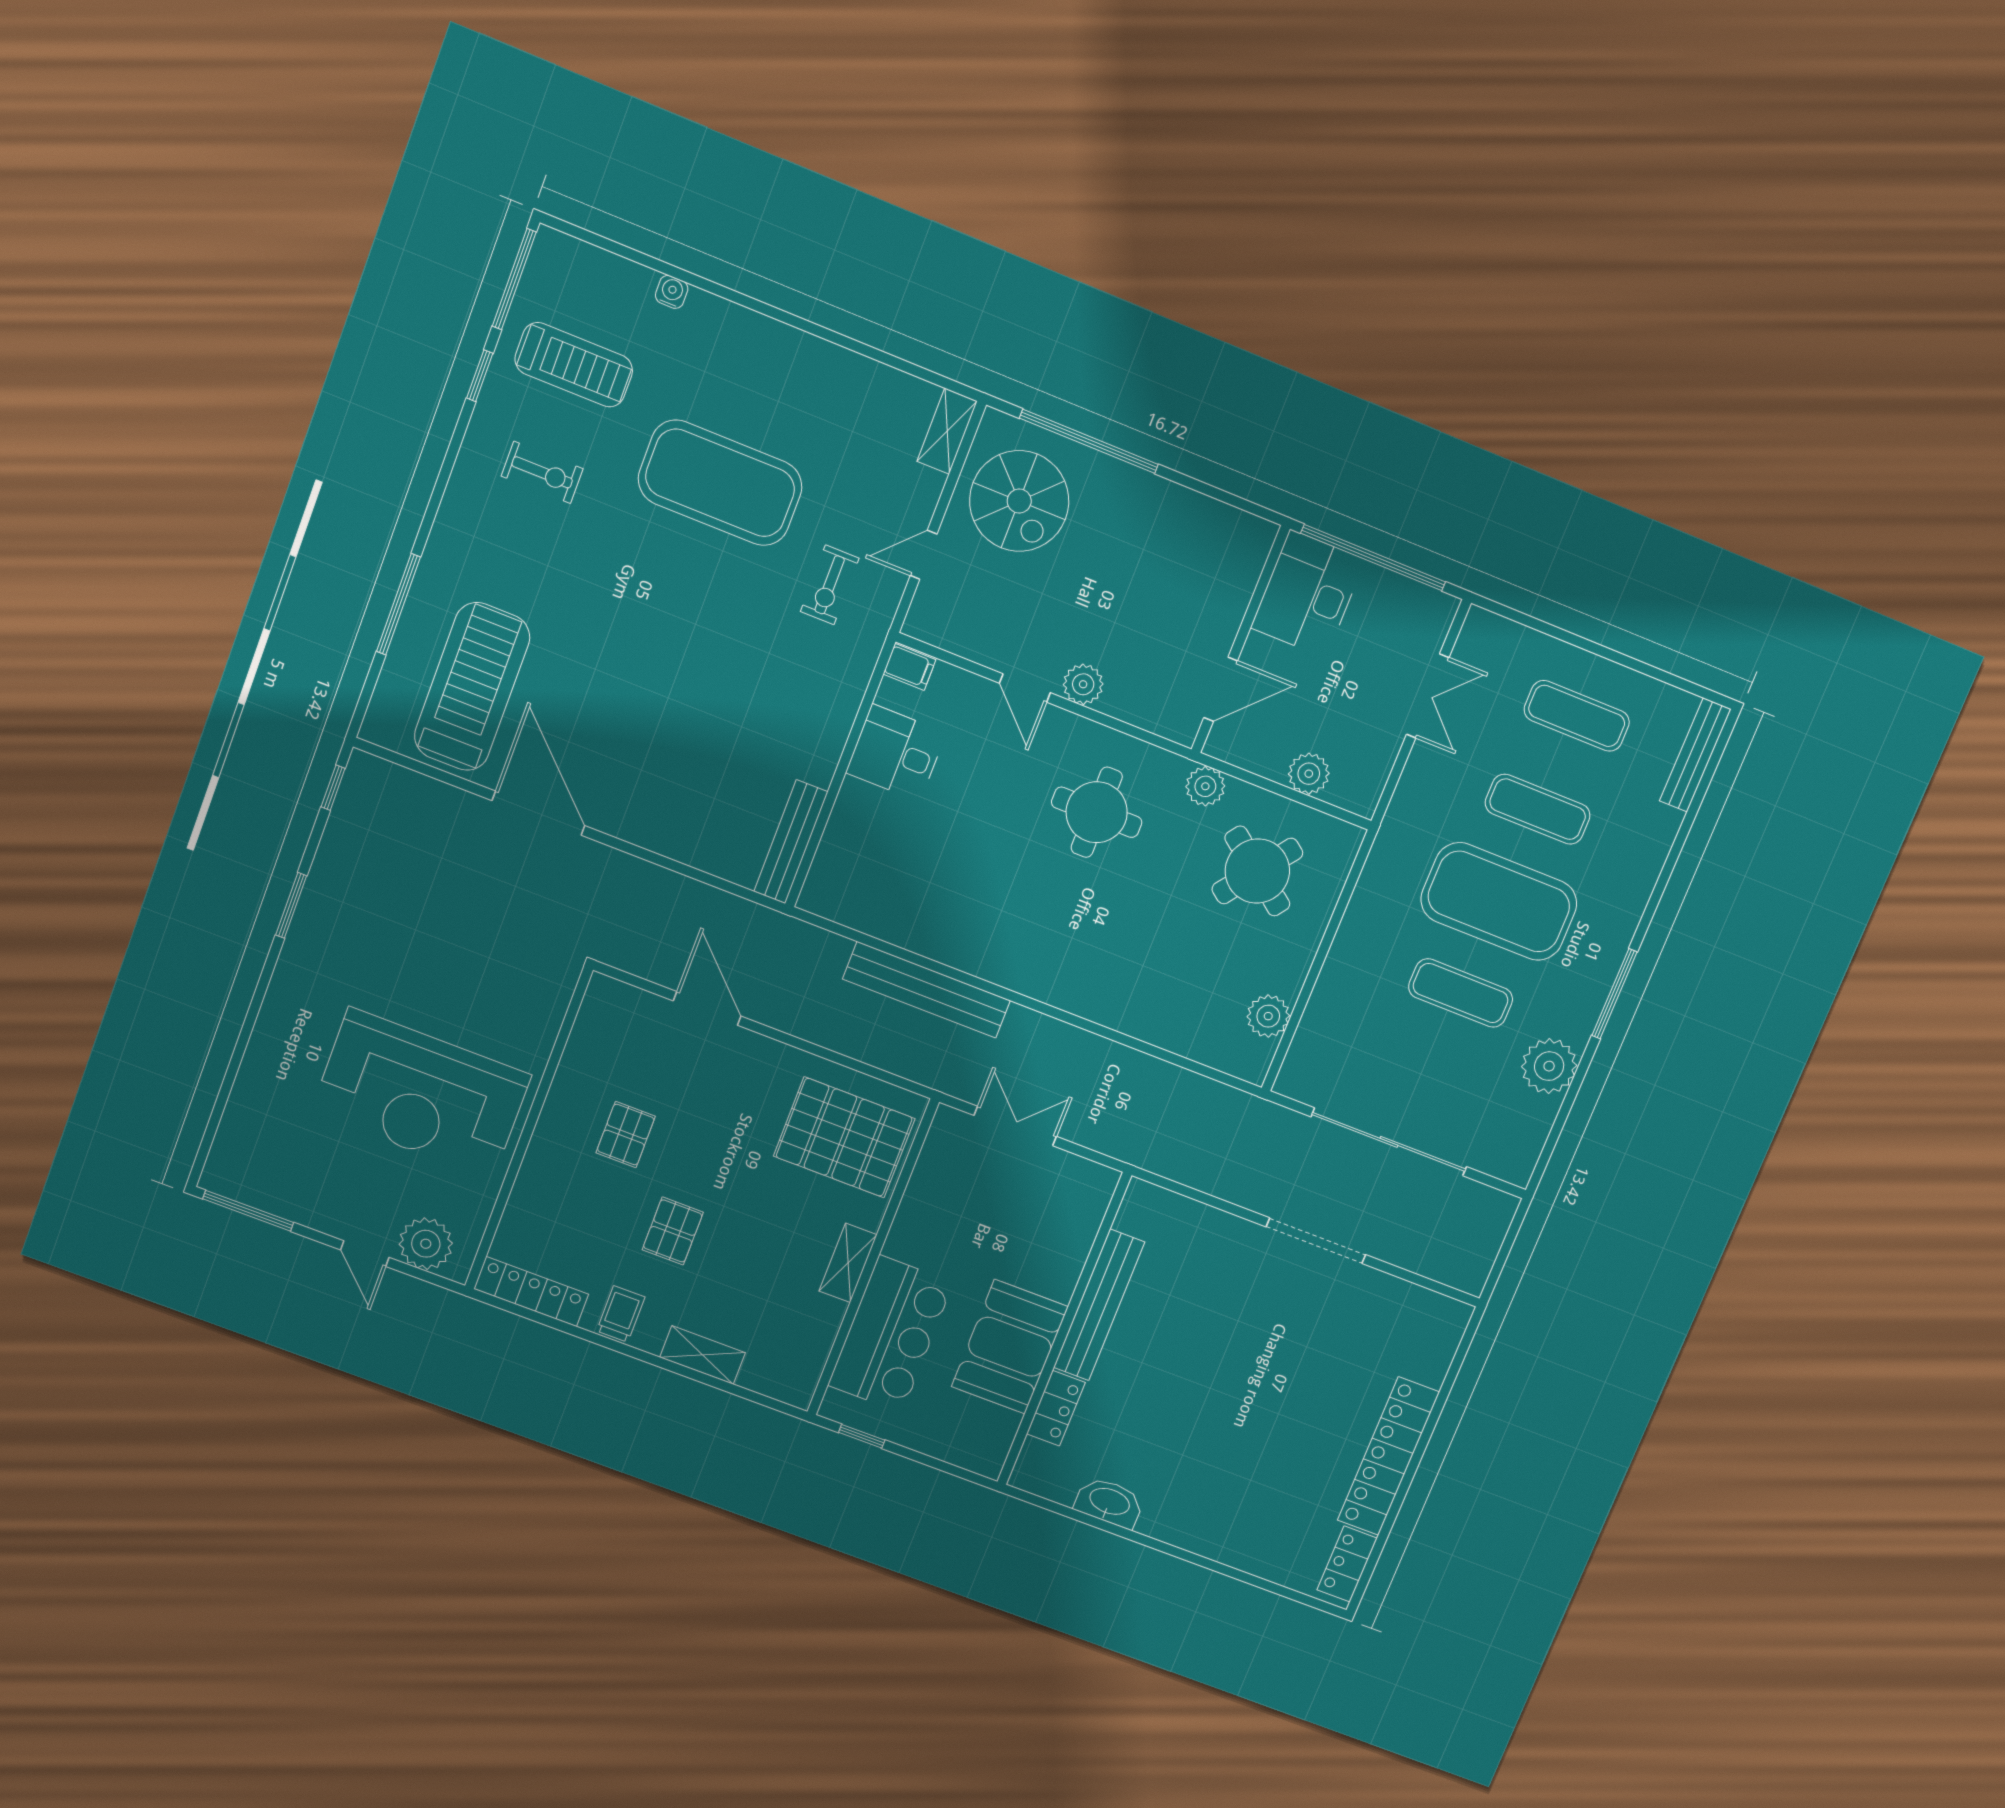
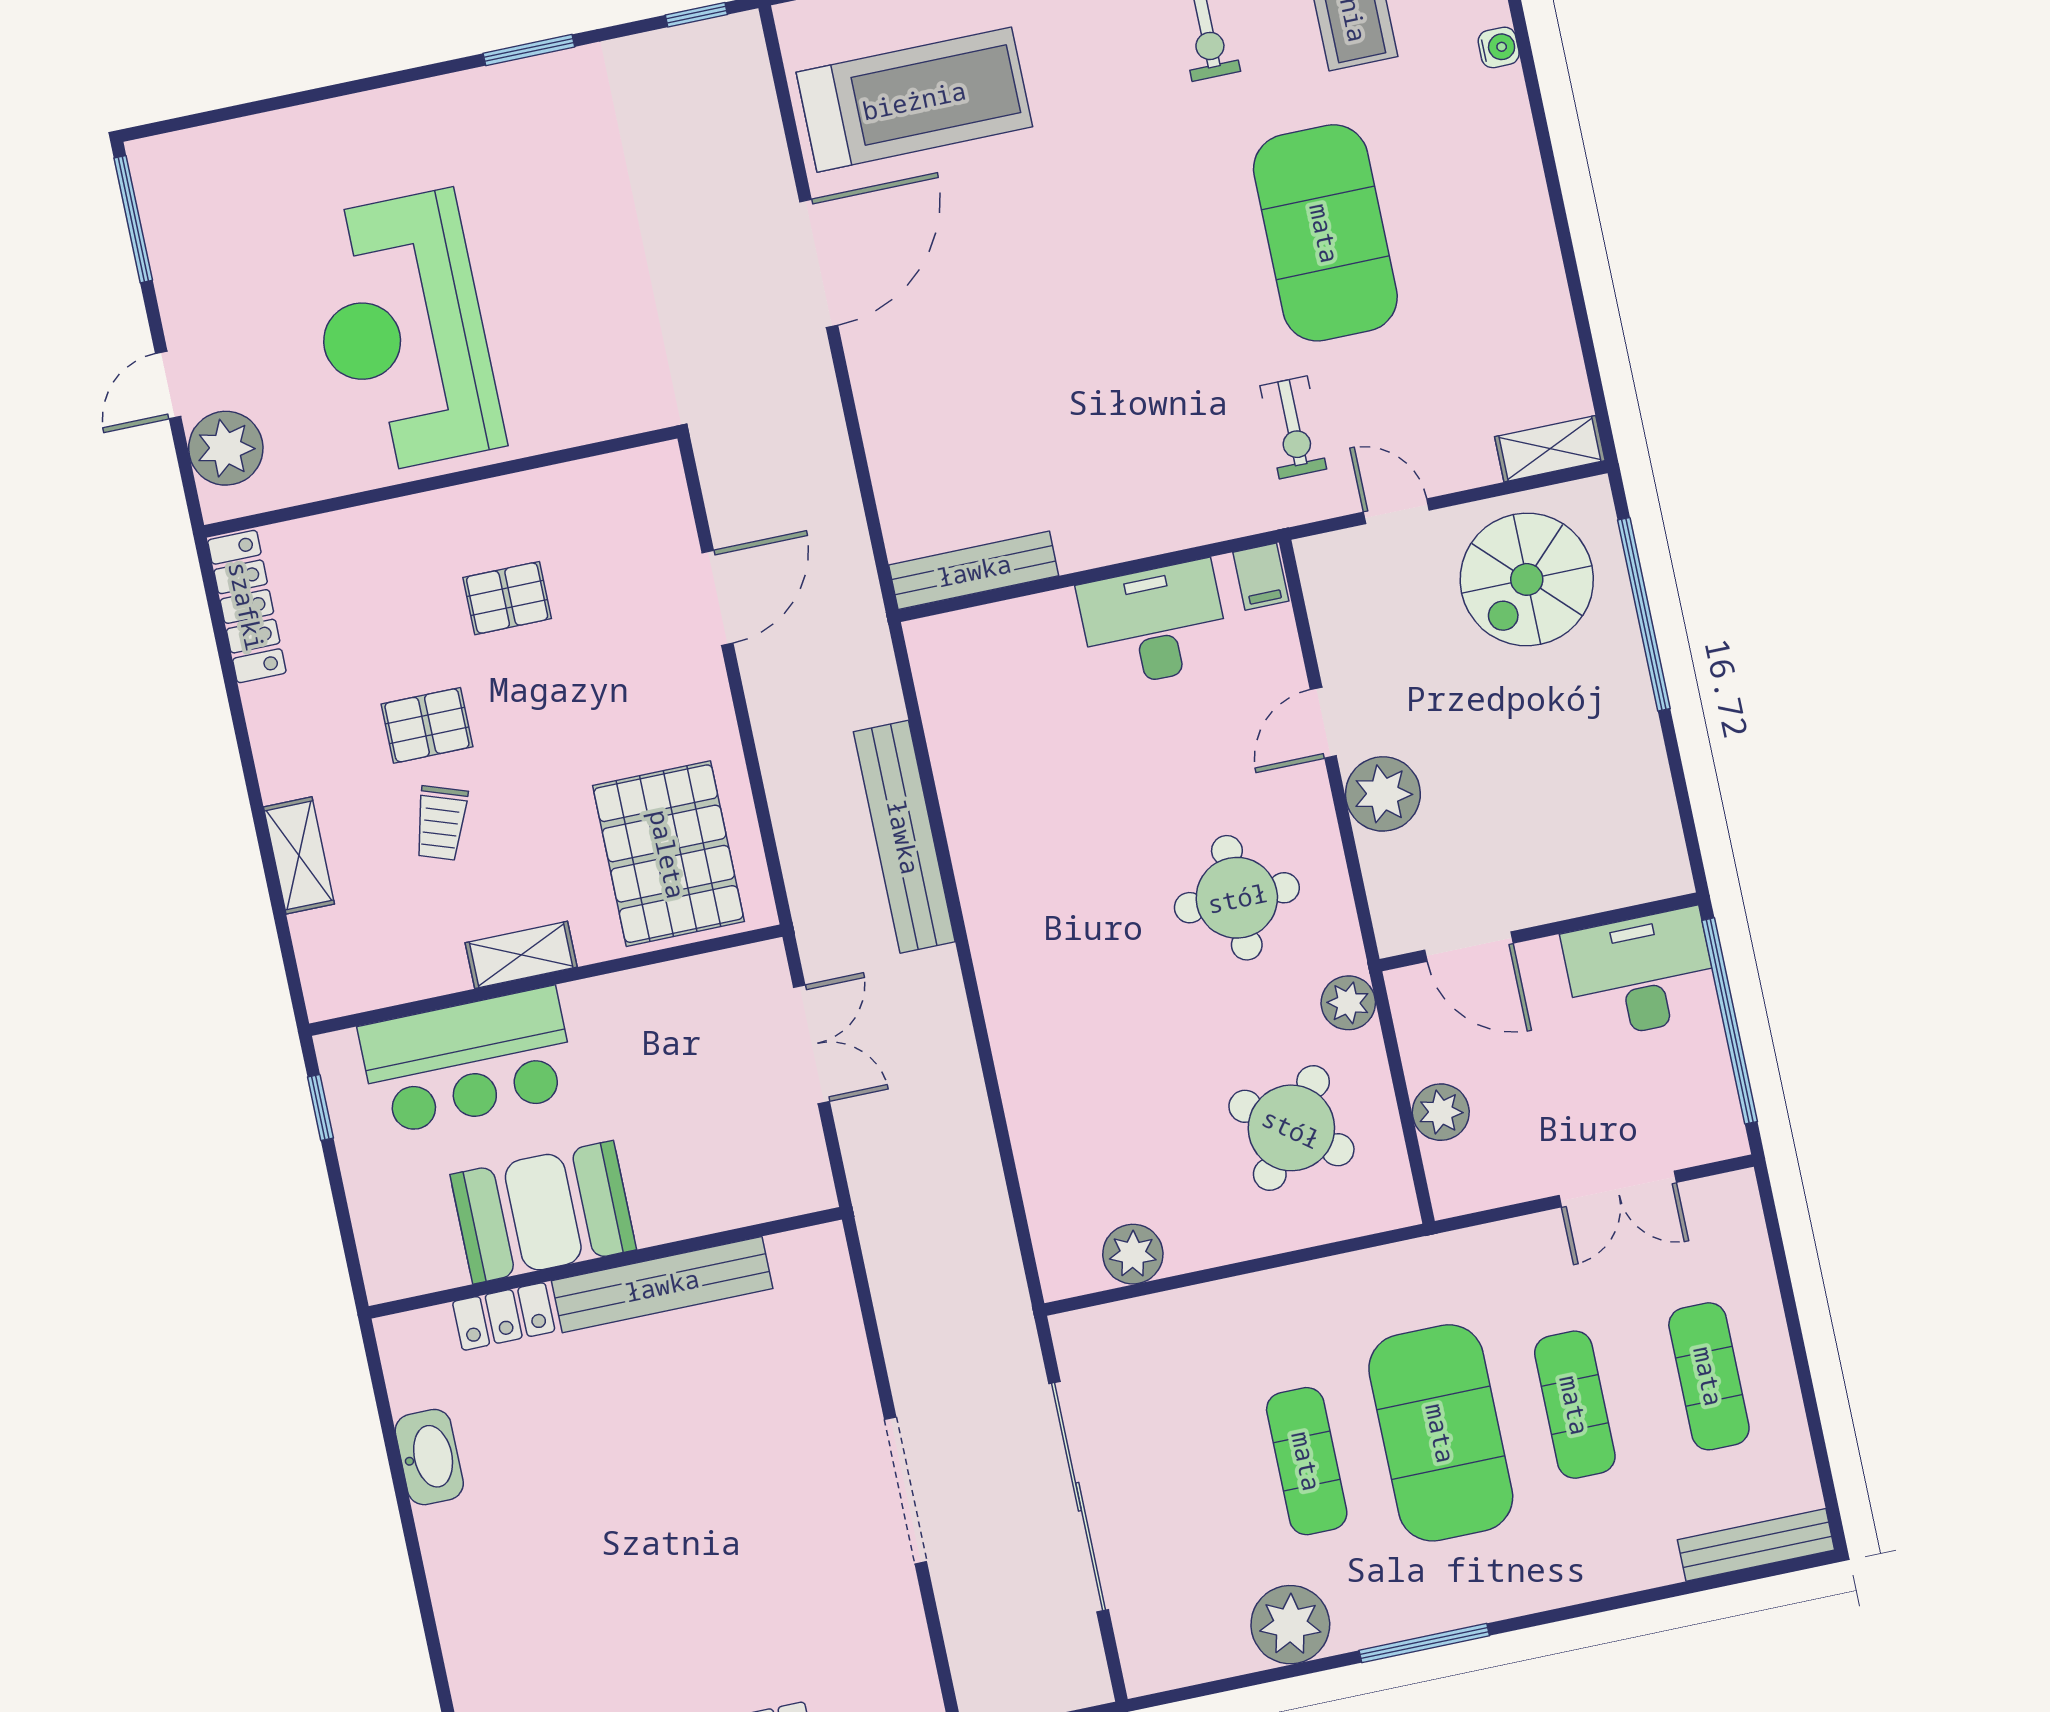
exercise bike: (830, 585) -> (1293, 427), turned -90
plant: (1083, 684) -> (1383, 794), width x1.36, depth x1.36
desk: (896, 753) -> (1154, 624), width x1.37
trolley: (621, 1314) -> (441, 823), moved, turned 109

